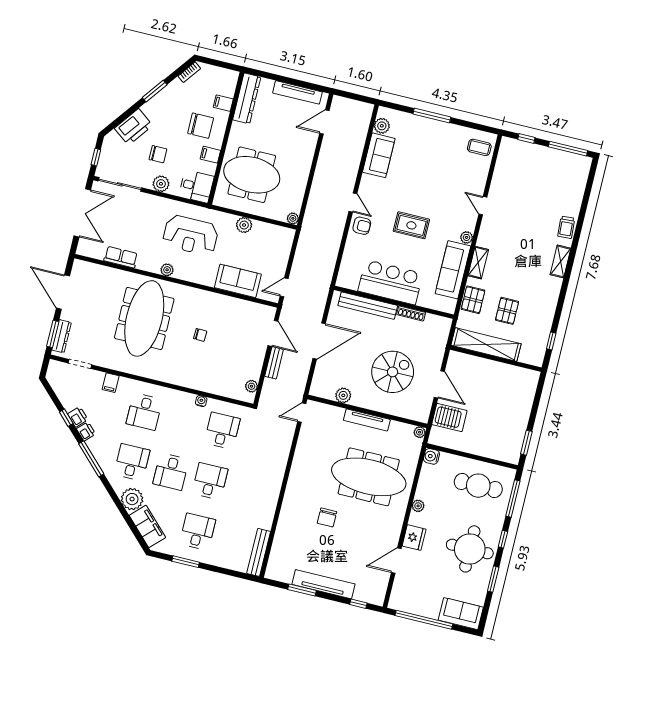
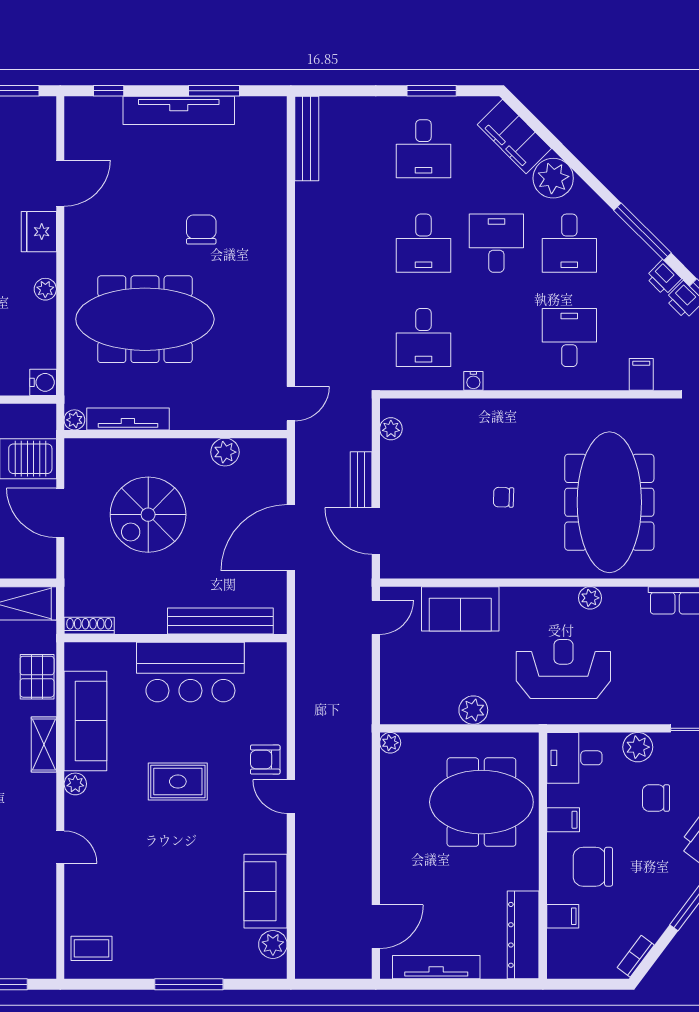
shoe rack: (411, 314) -> (89, 626), moved
tv unit: (367, 420) -> (128, 419), moved

